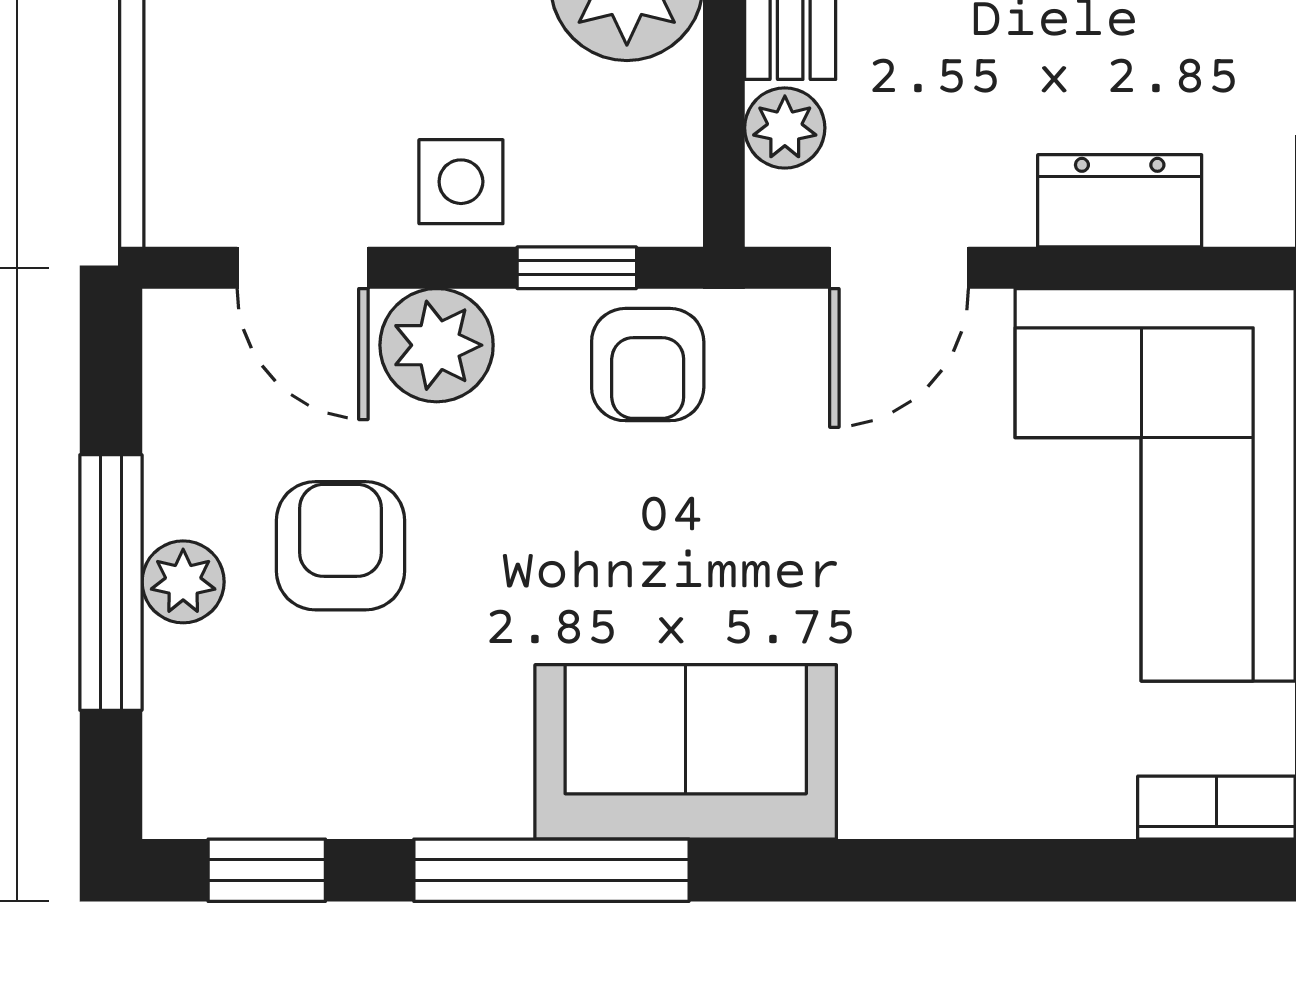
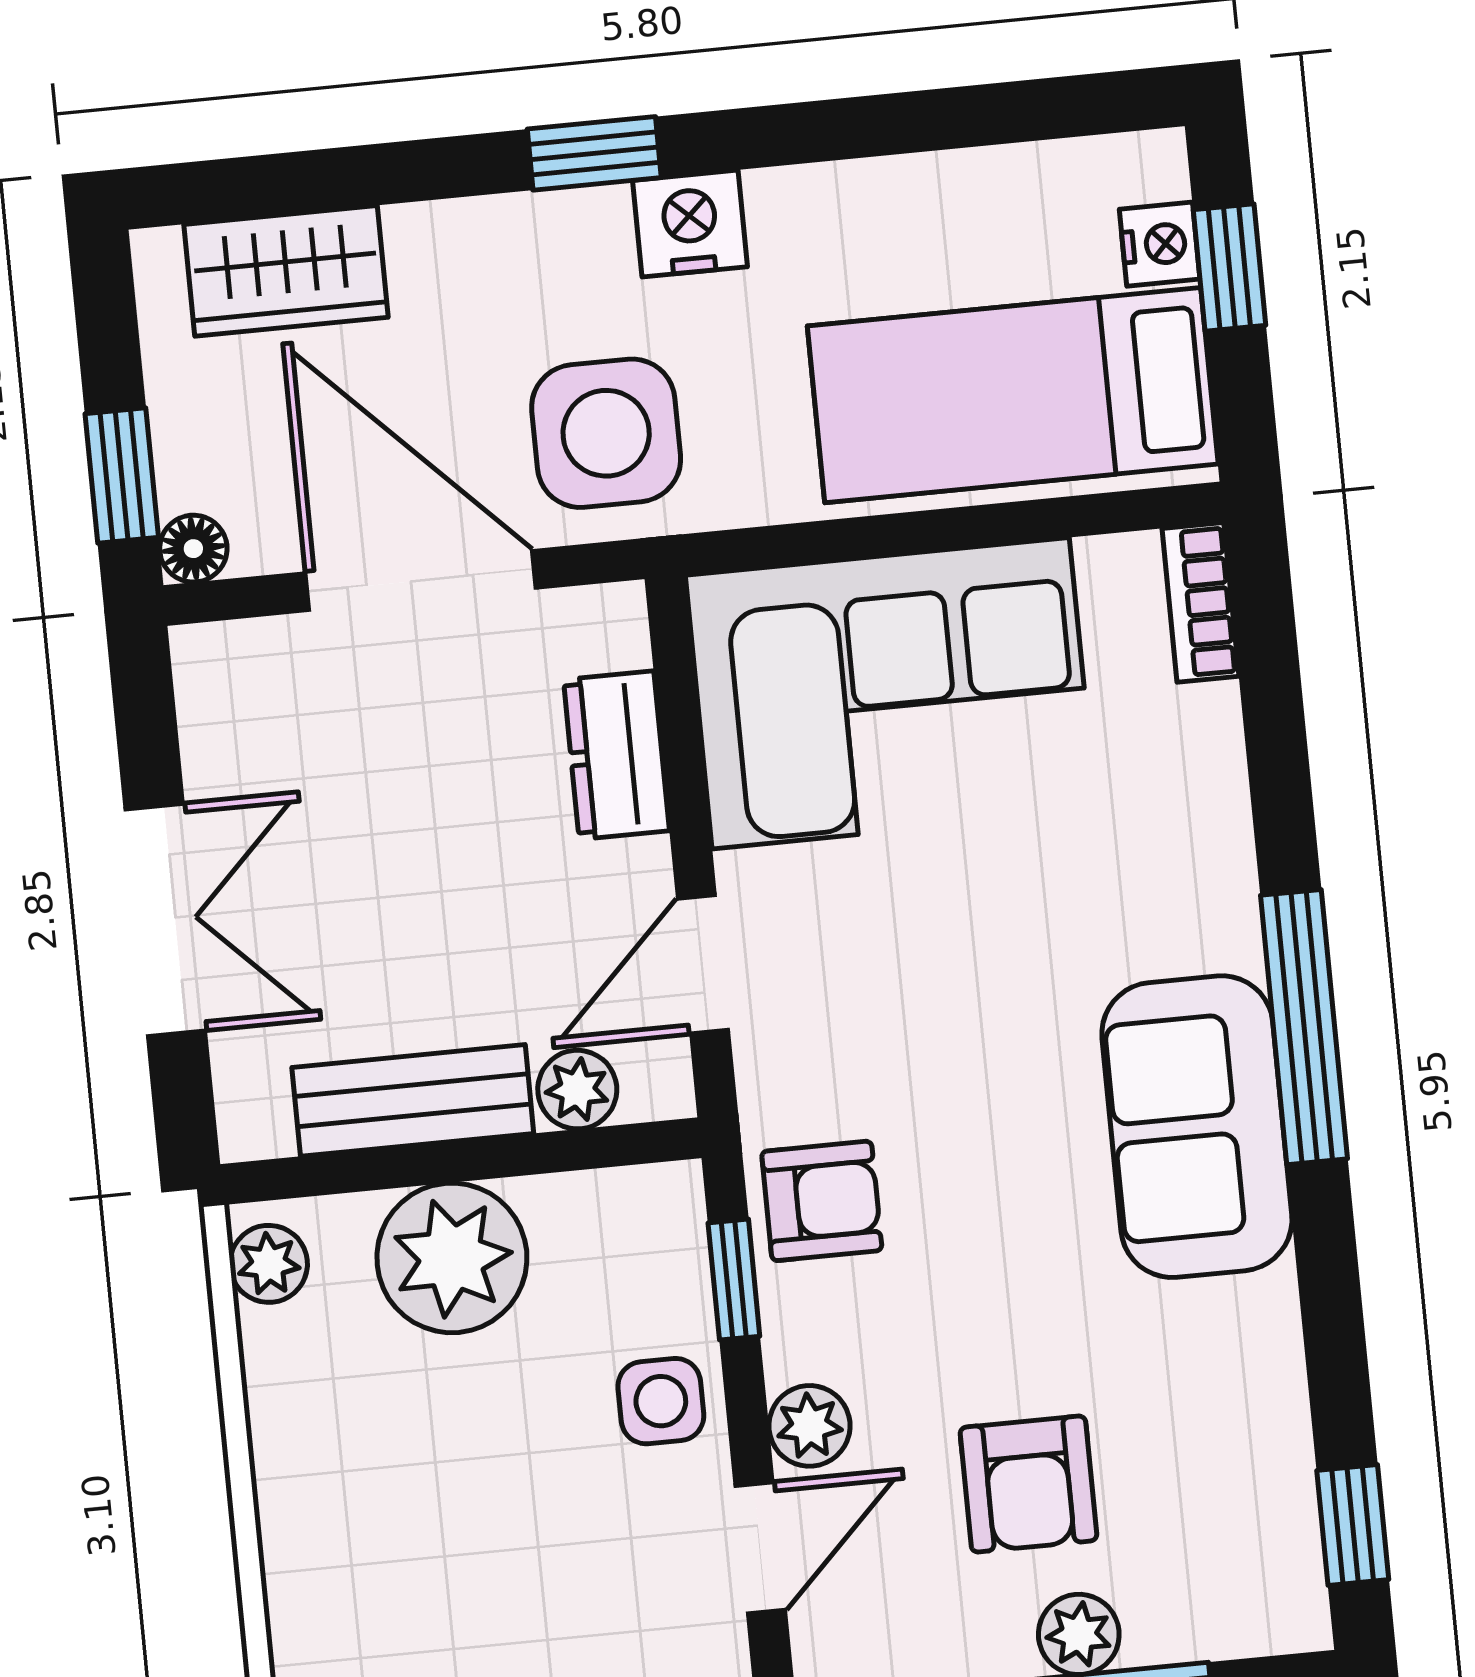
door: (899, 268) -> (703, 964), swing flipped
plant: (437, 345) -> (809, 1426), width x0.73, depth x0.73
armchair: (340, 546) -> (1028, 1484), turned -90
window: (551, 870) -> (1304, 1027), moved

